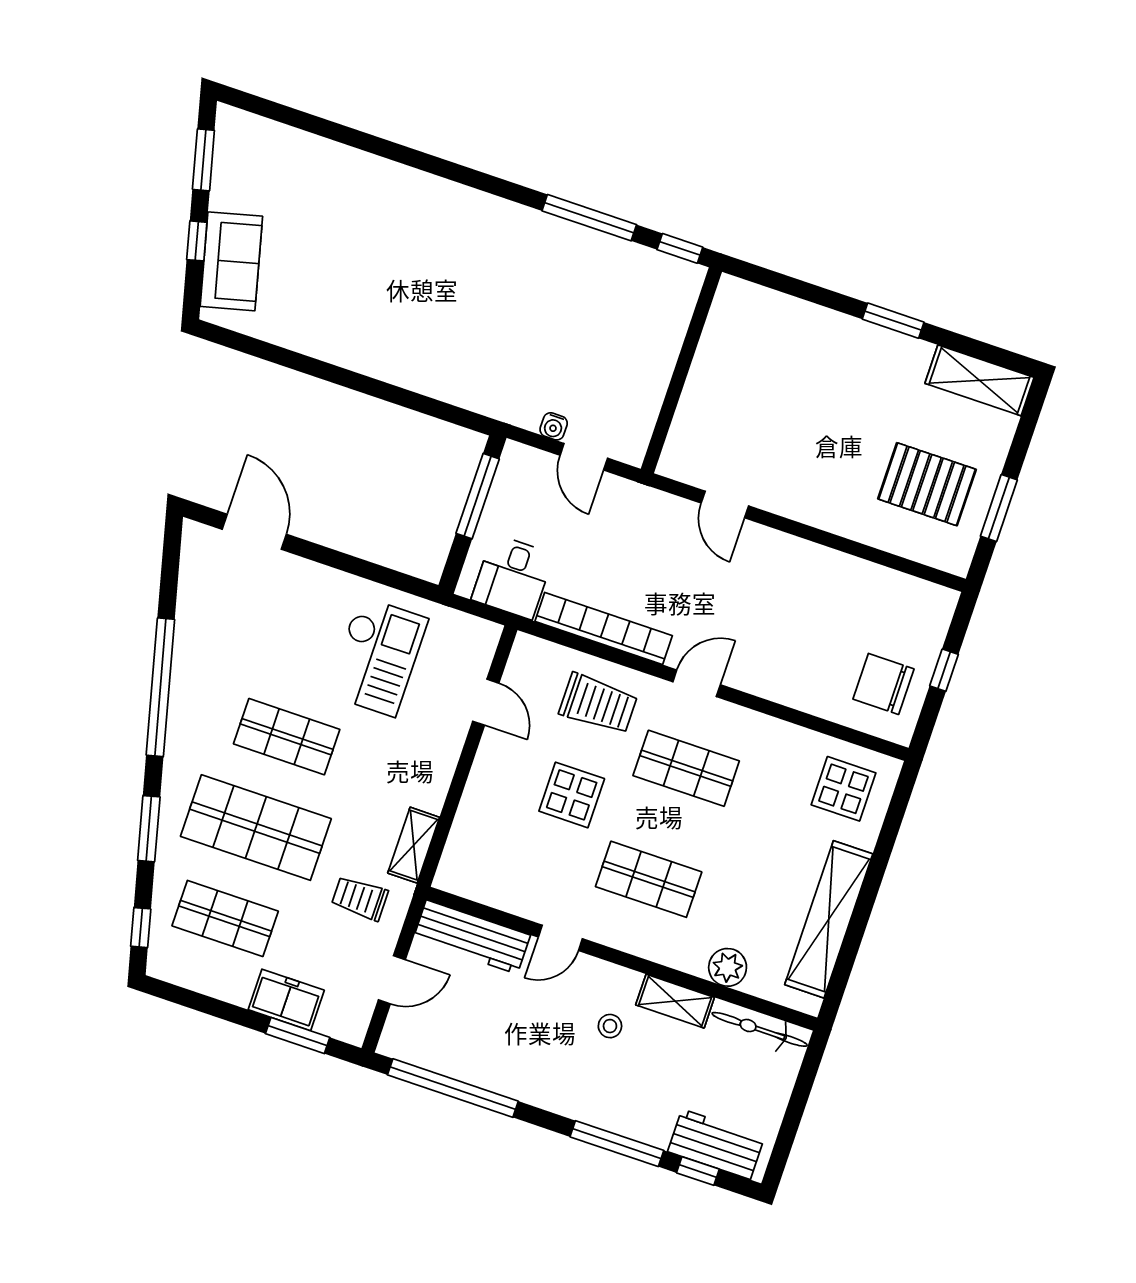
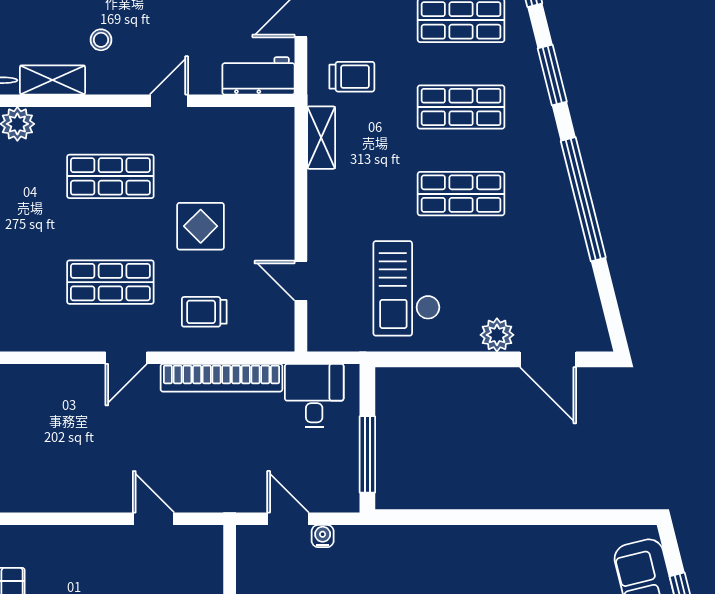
plant: (299, 576) -> (497, 335), added
trolley: (598, 704) -> (204, 312), width x0.73, depth x0.72
shop shelf: (256, 828) -> (461, 107), width x0.70, depth x0.74
workbench: (472, 937) -> (258, 76), width x0.73

